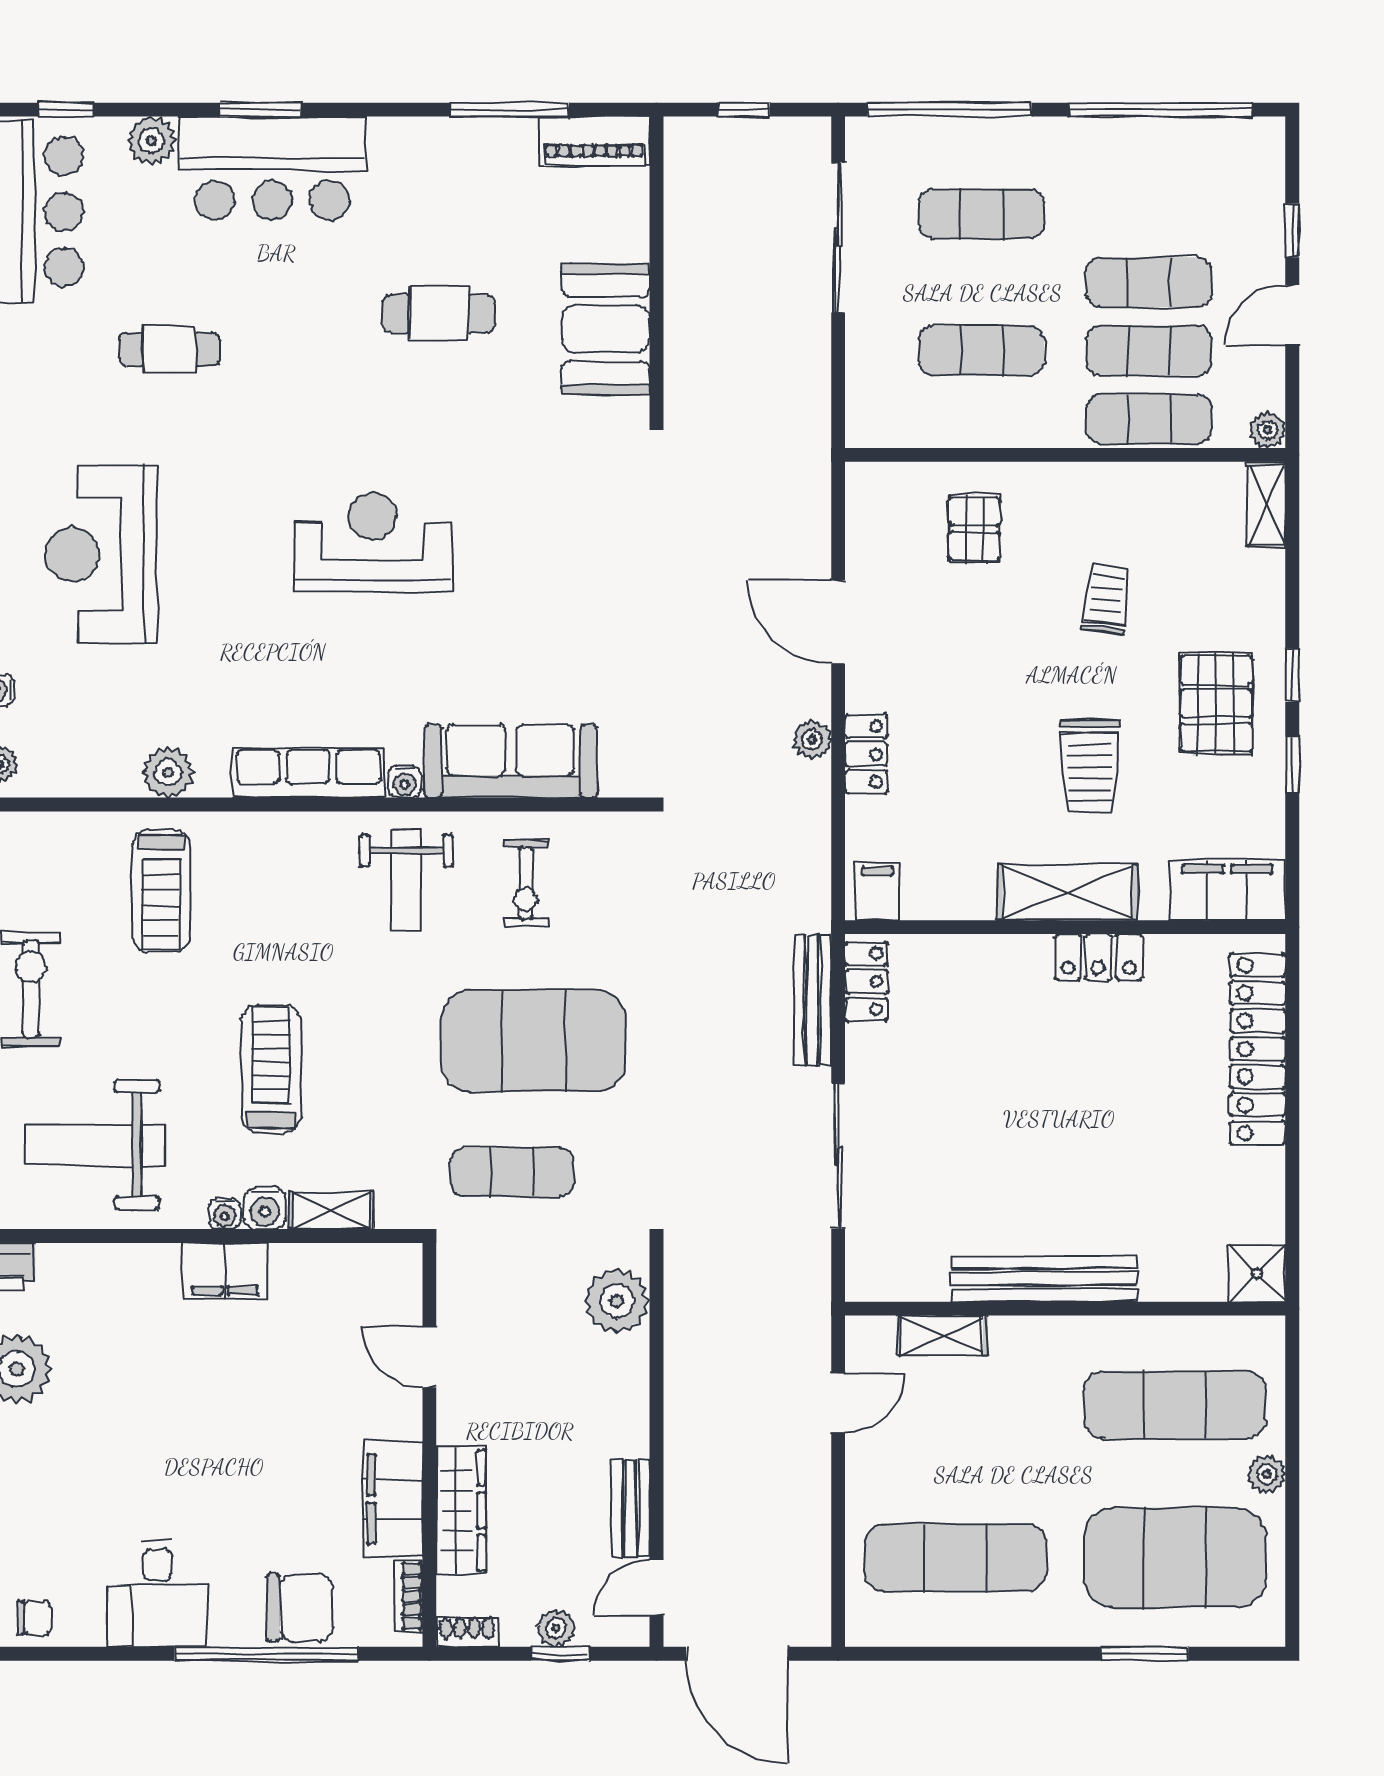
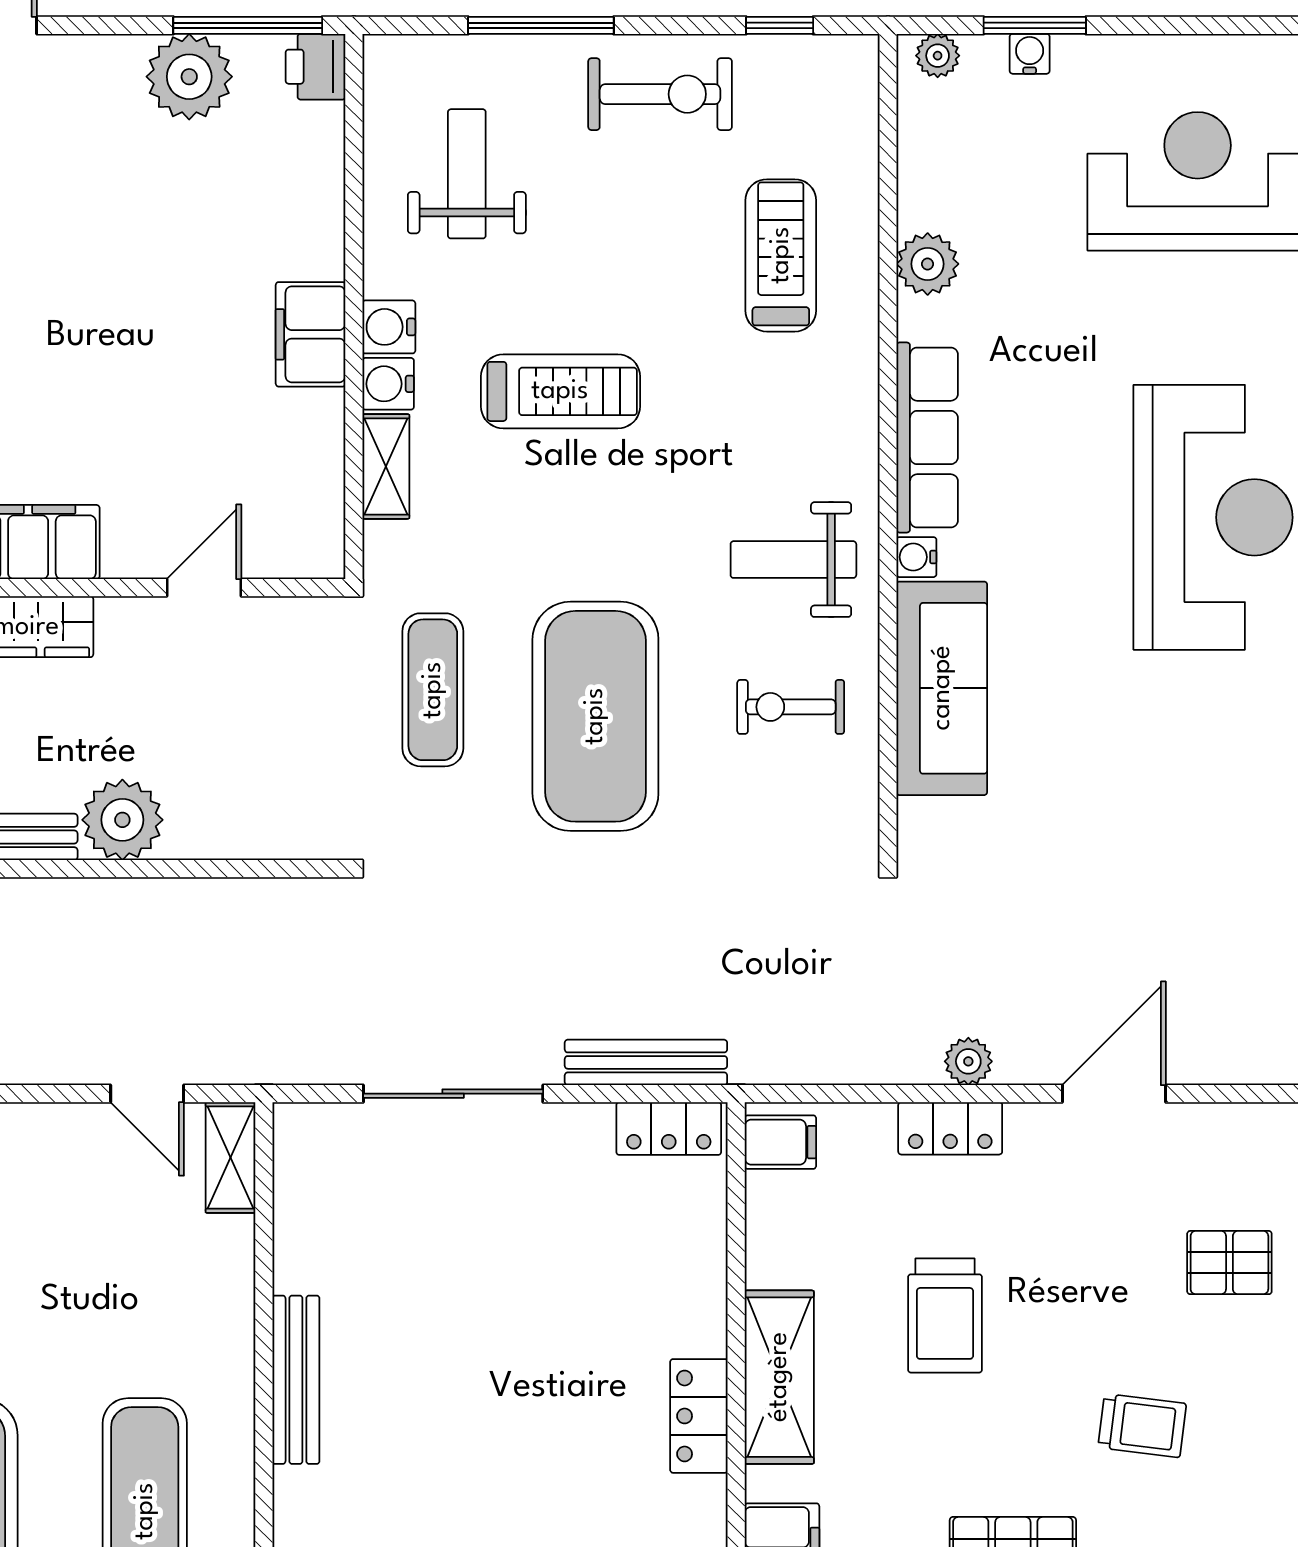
reception desk: (373, 542) -> (1213, 517), width x1.36, depth x1.30
trolley: (1090, 766) -> (945, 1315), moved, turned -90
treadmill: (161, 891) -> (781, 255), turned 90
weight bench: (95, 1145) -> (467, 174), width x0.73, depth x0.75
water cooler: (225, 1214) -> (389, 327), width x1.38, depth x1.38
bench: (1044, 1279) -> (296, 1380), width x0.73, depth x0.82
plant: (617, 1301) -> (122, 820), moved
shelving: (942, 1336) -> (230, 1157), moved

